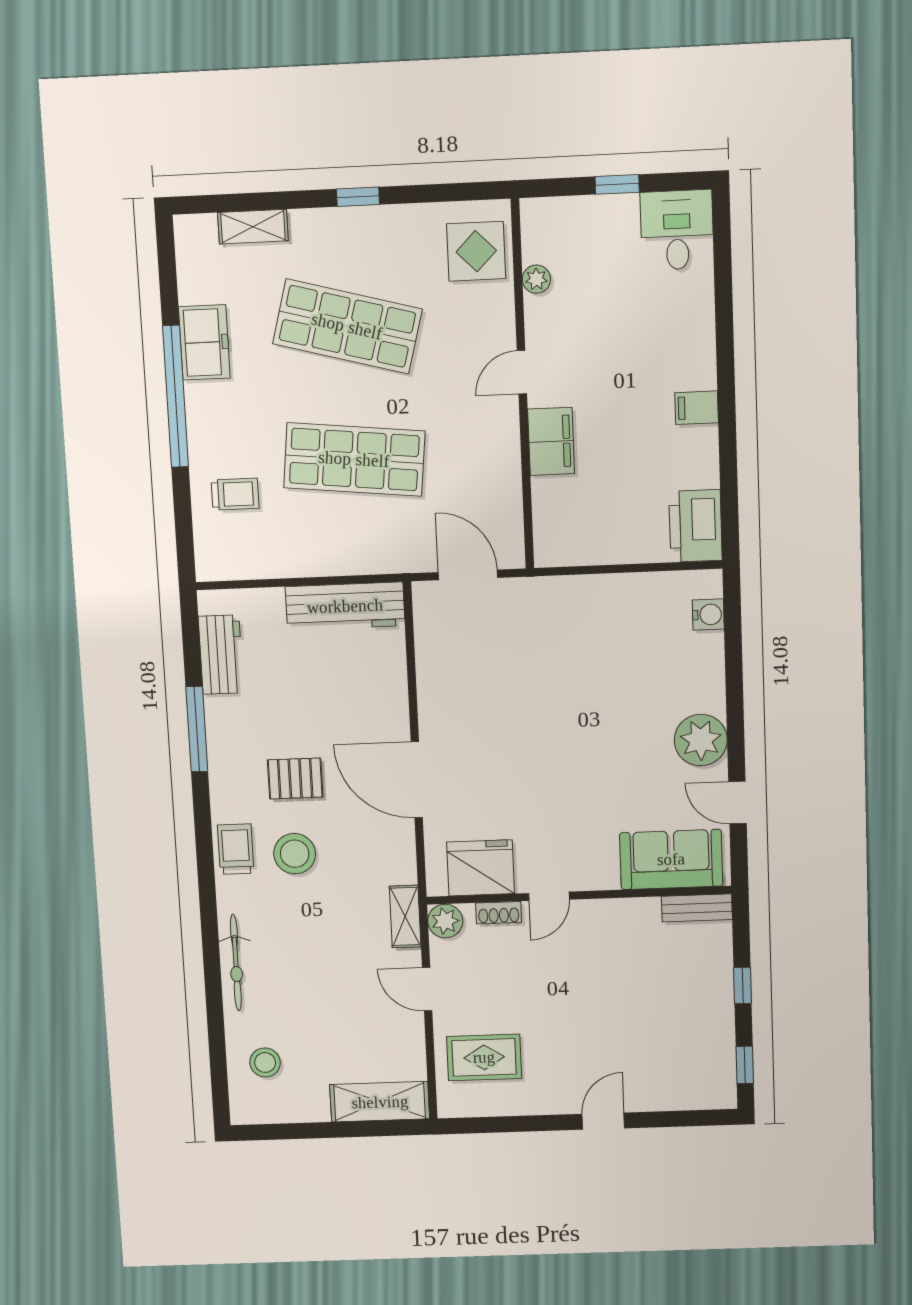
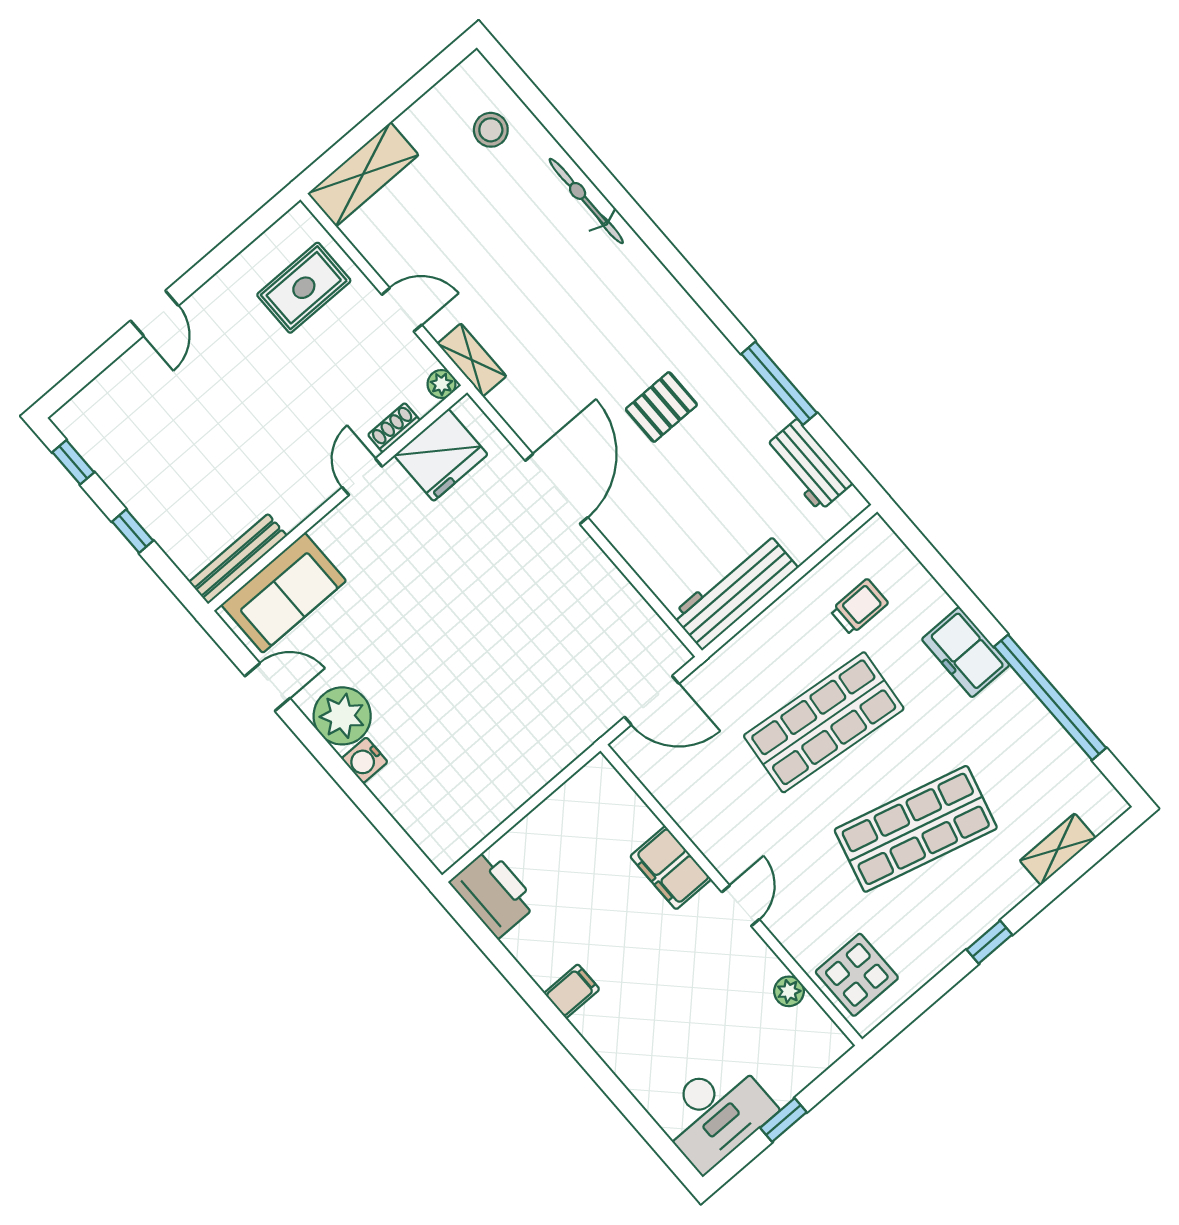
desk: (677, 230) -> (715, 1113), width x1.37
freezer: (204, 342) -> (966, 652), moved
window: (175, 396) -> (1050, 697), moved
trolley: (235, 494) -> (859, 607), moved, turned 180
water cooler: (708, 615) -> (365, 760), moved
door: (417, 780) -> (556, 489), hinge flipped
trolley: (236, 849) -> (665, 303), removed
stool: (295, 854) -> (610, 340), removed
bench: (697, 908) -> (238, 559), width x1.36
plant: (445, 921) -> (442, 384), width x0.73, depth x0.73

